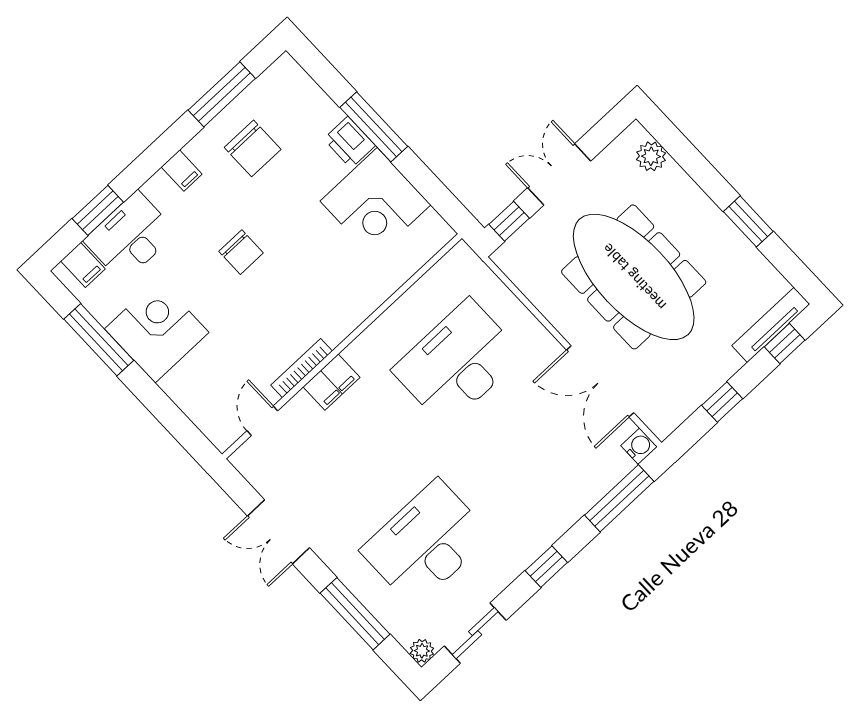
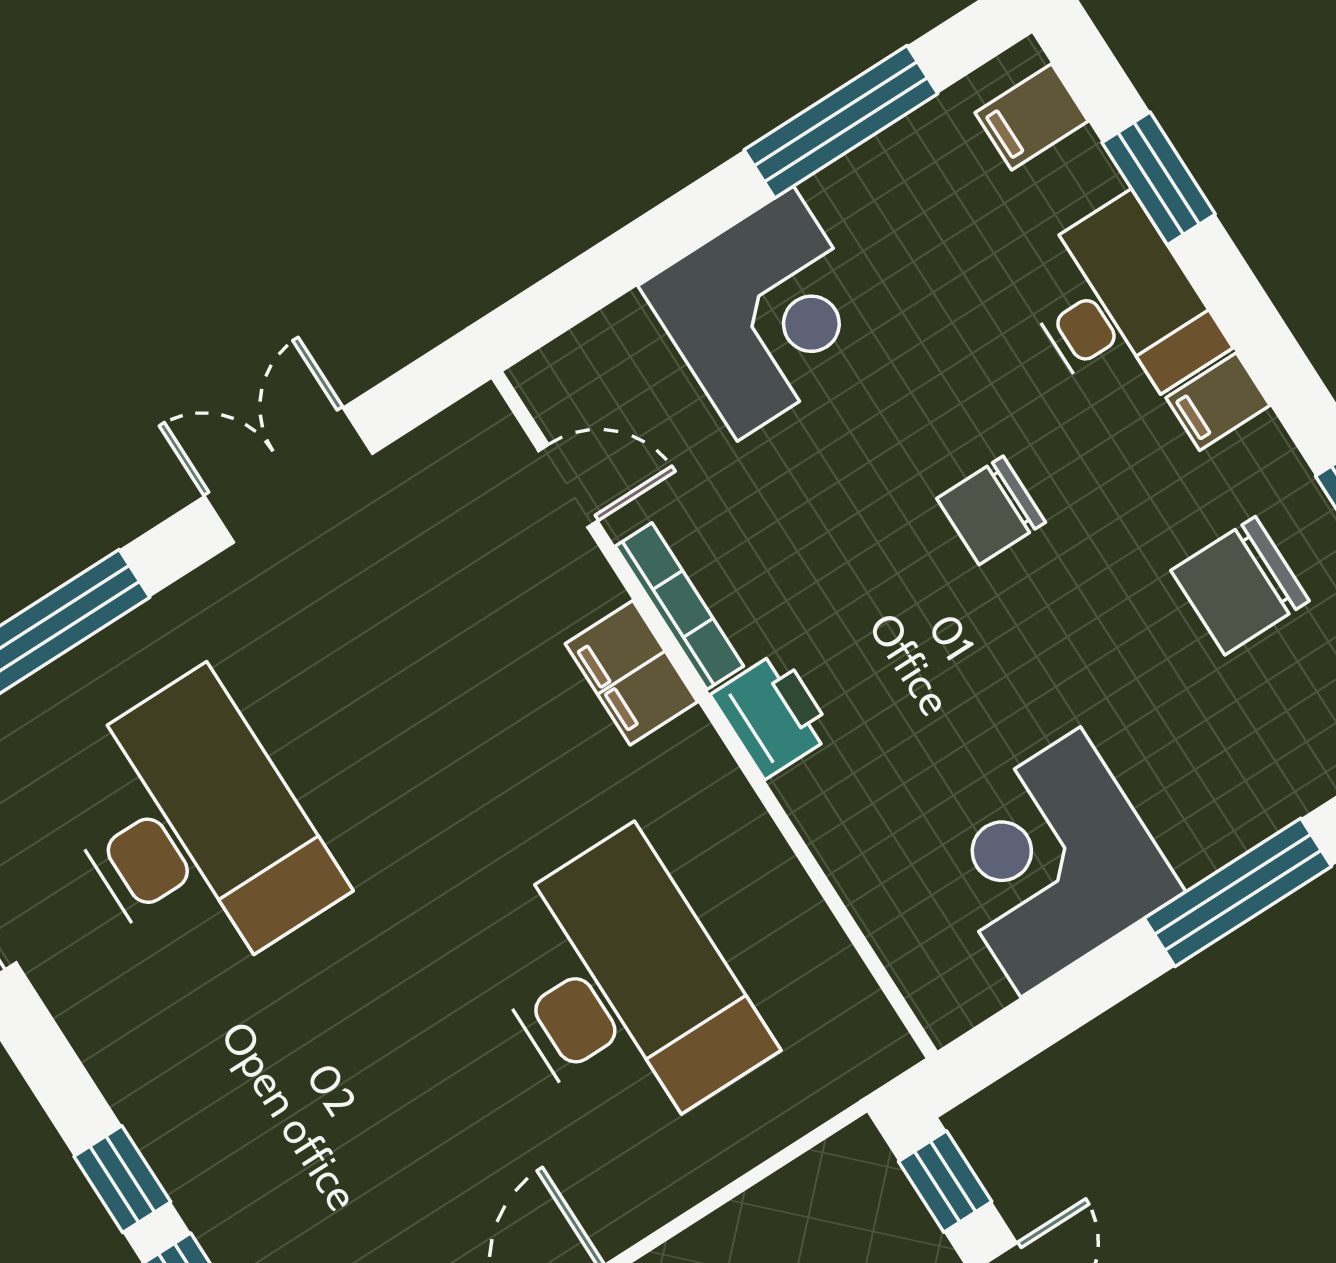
printer: (349, 142) -> (773, 715), moved, turned 90
desk: (130, 237) -> (1120, 308), moved
corner desk: (157, 331) -> (765, 314), moved
window: (546, 567) -> (122, 1179), moved

